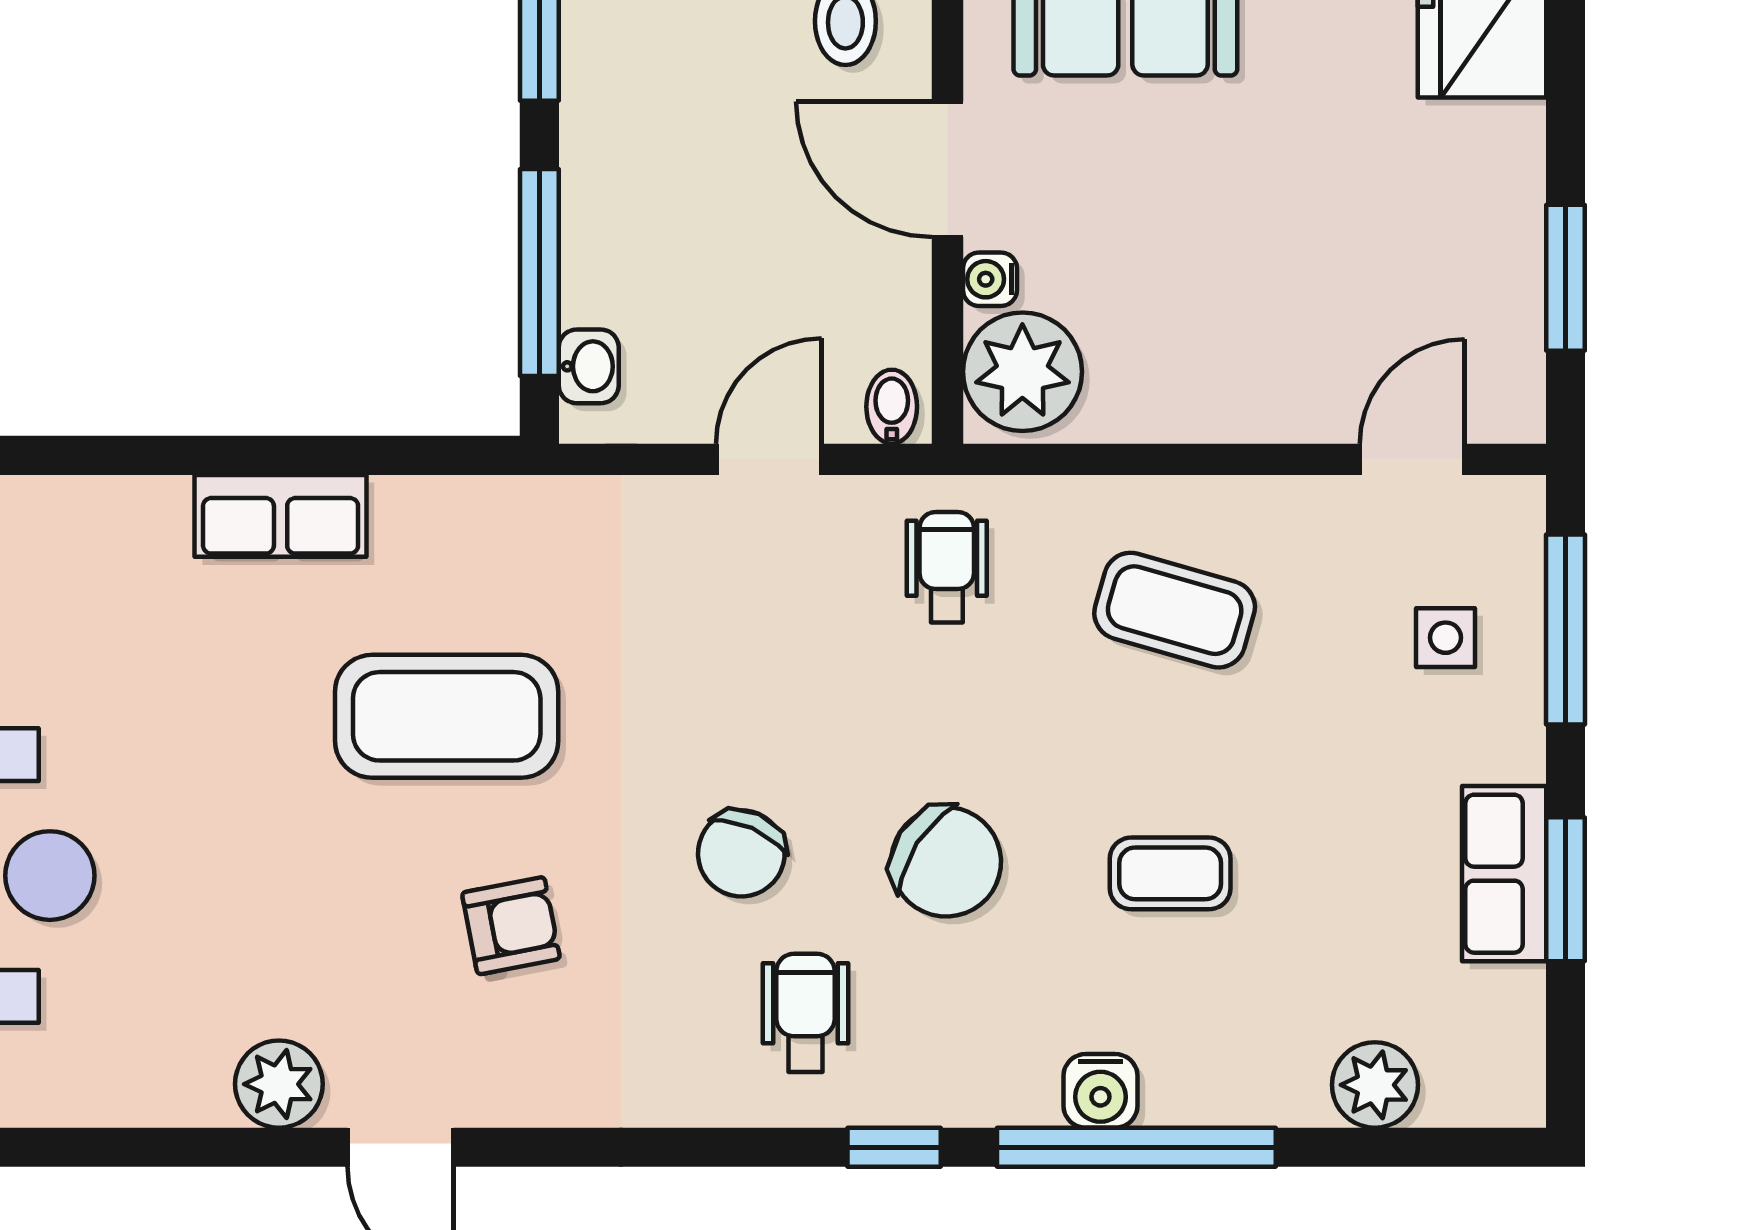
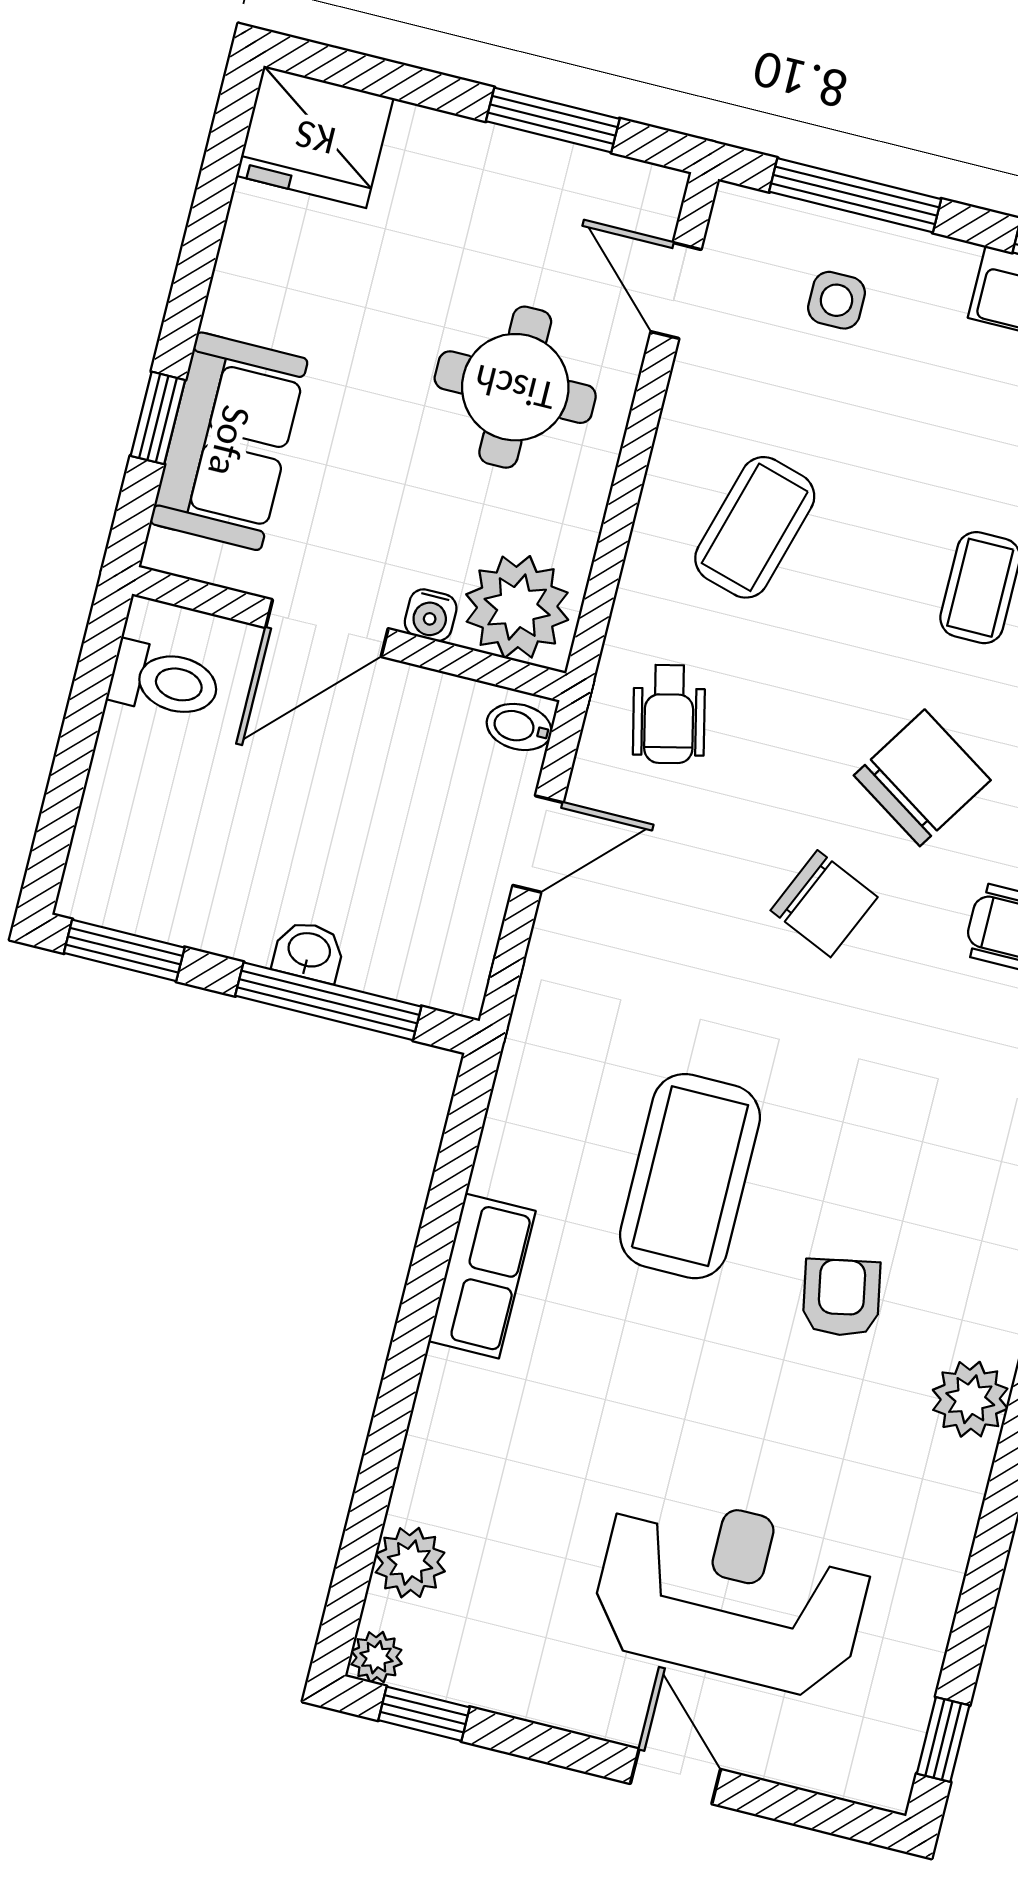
round table: (1263, 310) -> (515, 387), added
washbasin: (589, 366) -> (309, 951), moved
door: (769, 459) -> (538, 844), swing flipped
wheelchair: (947, 567) -> (669, 714), turned -103
chair: (741, 853) -> (824, 904), moved
armchair: (511, 926) -> (841, 1298), moved

